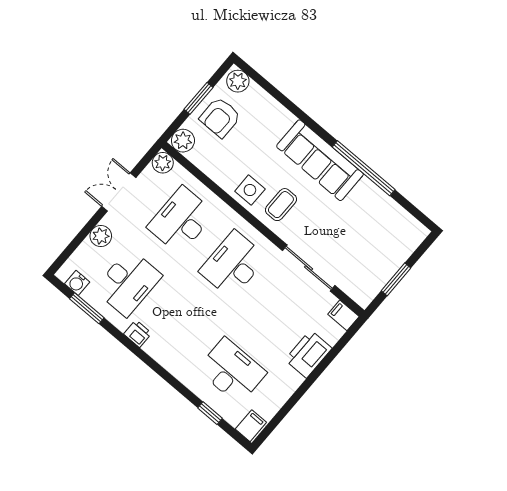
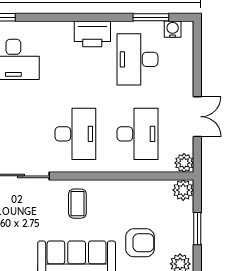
armchair: (220, 117) -> (140, 243), moved, turned 90
side table: (250, 190) -> (108, 195), removed
plant: (101, 236) -> (184, 76), removed
printer: (138, 334) -> (92, 34), width x1.87, depth x1.48

